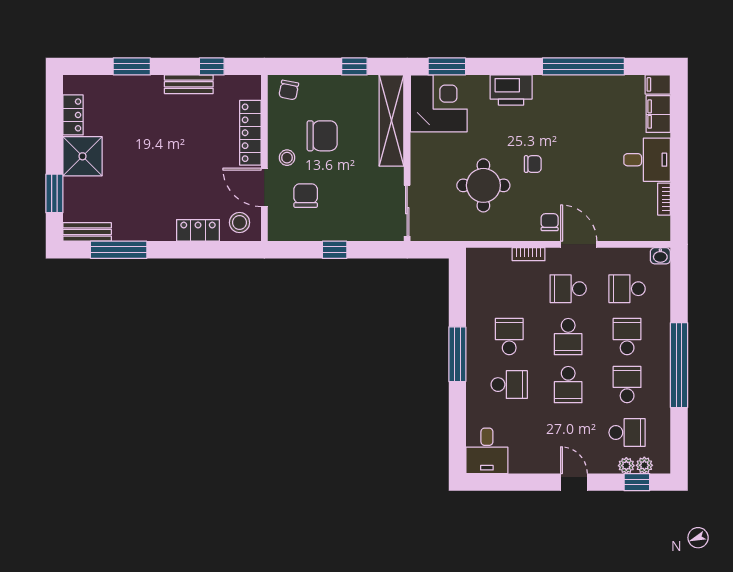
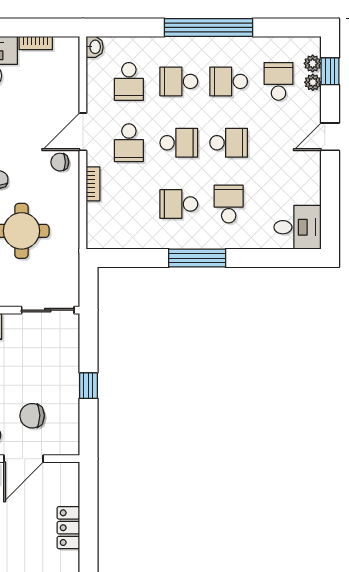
stool: (240, 223) -> (60, 484), removed

